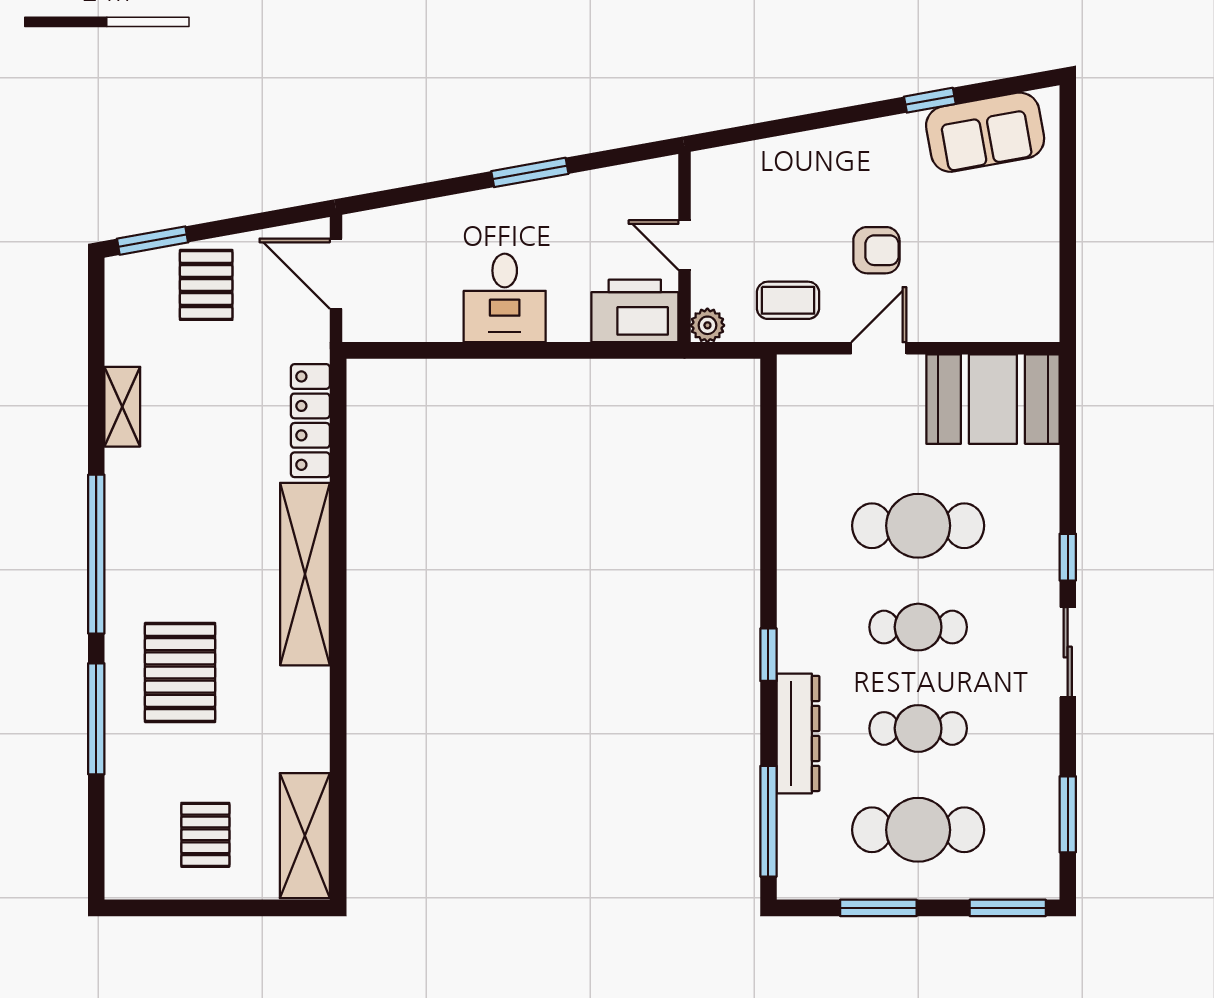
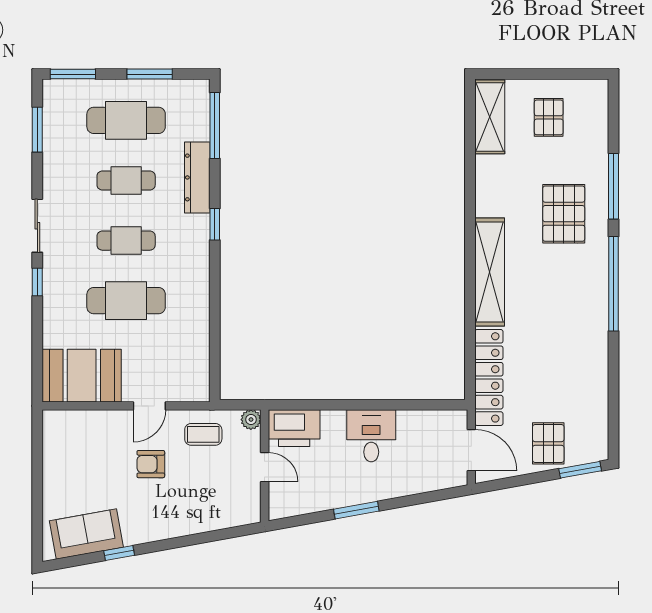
shelving: (122, 407) -> (598, 371), removed
locker: (310, 421) -> (489, 377), width x1.41, depth x1.21

